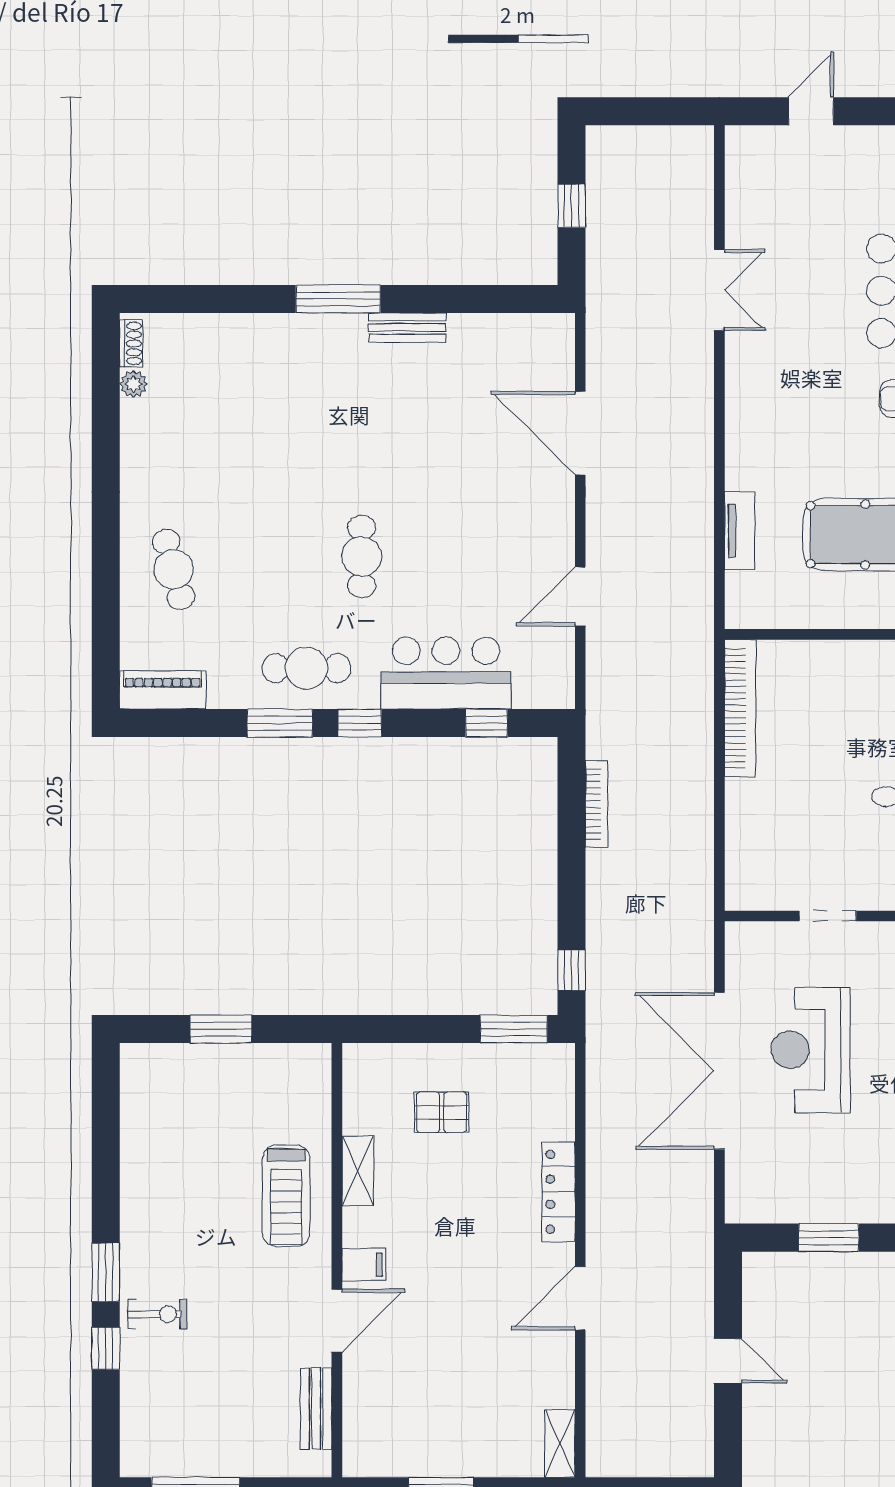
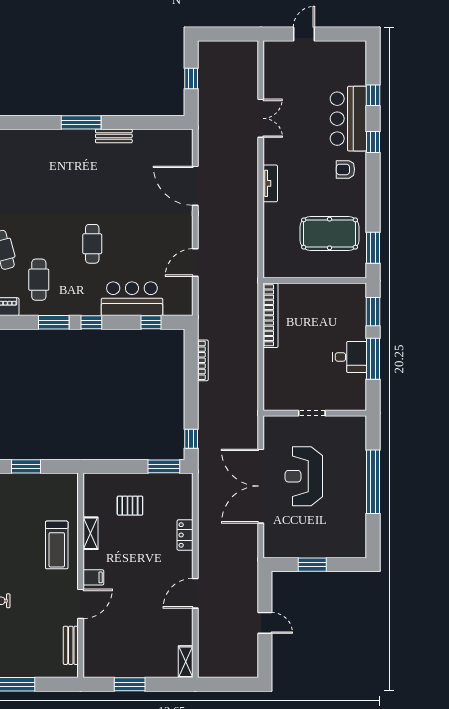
tv unit: (739, 531) -> (270, 183), moved
cafe table: (307, 668) -> (39, 280), moved, turned 90
locker: (559, 1192) -> (185, 535), width x0.66

